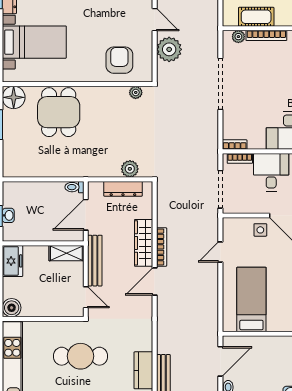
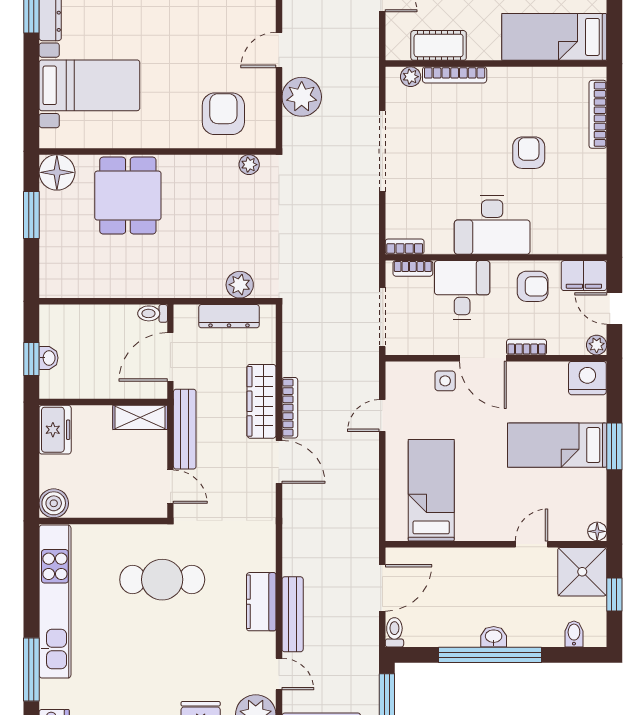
door: (155, 20) -> (279, 50), swing flipped
door: (155, 281) -> (279, 462), swing flipped

